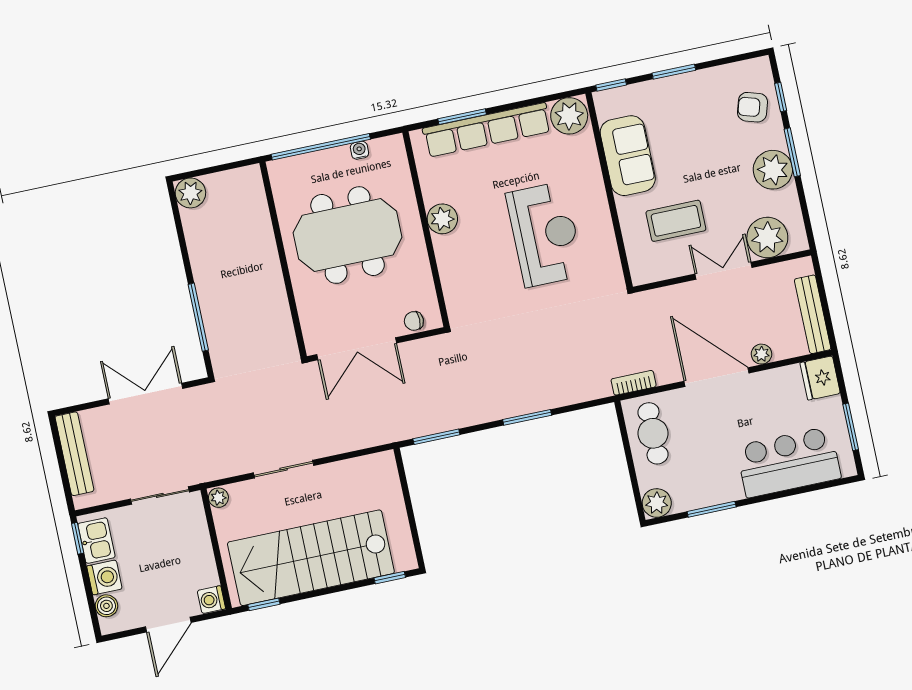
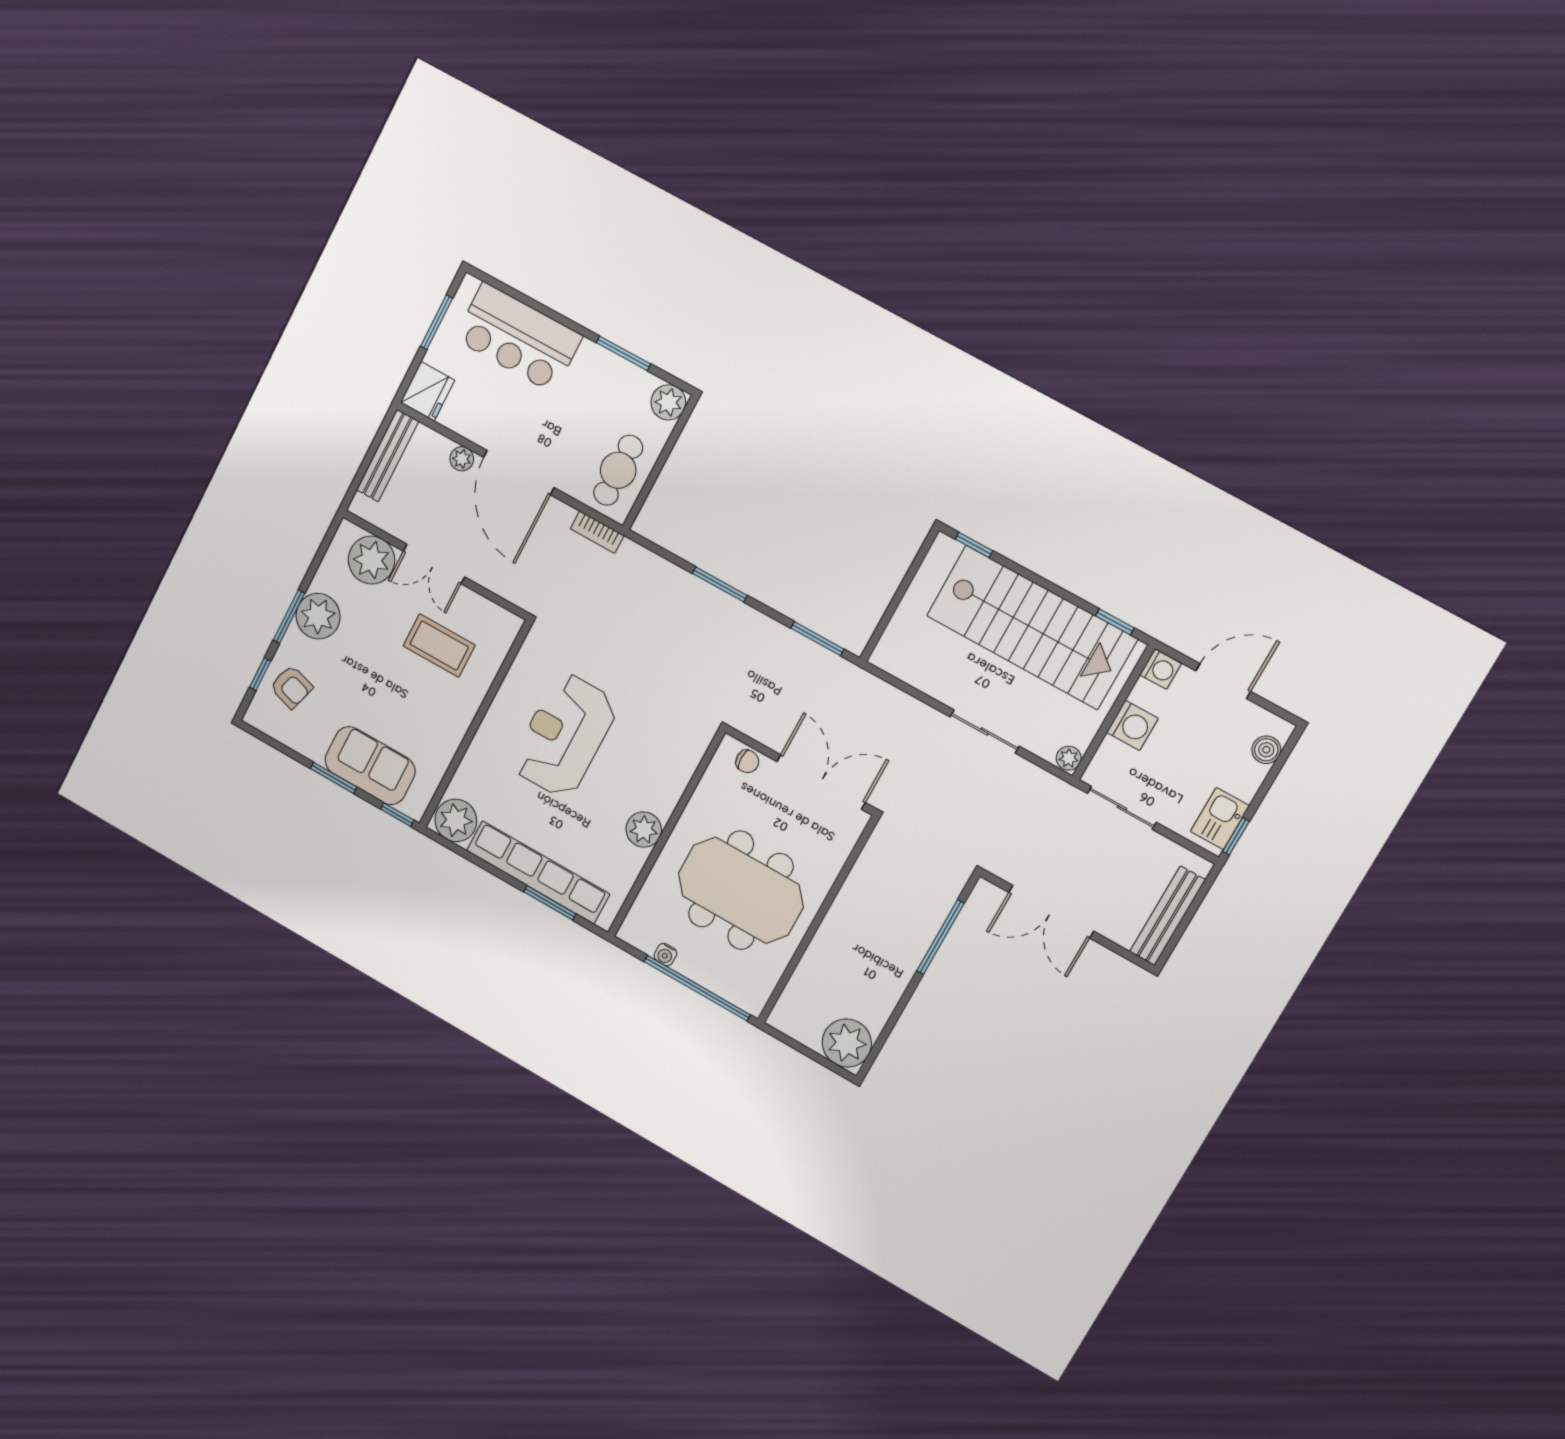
sofa: (628, 156) -> (370, 766), moved, turned 90
plant: (190, 193) -> (847, 1043), width x1.36, depth x1.36
washing machine: (104, 577) -> (1132, 725), moved, turned 180

